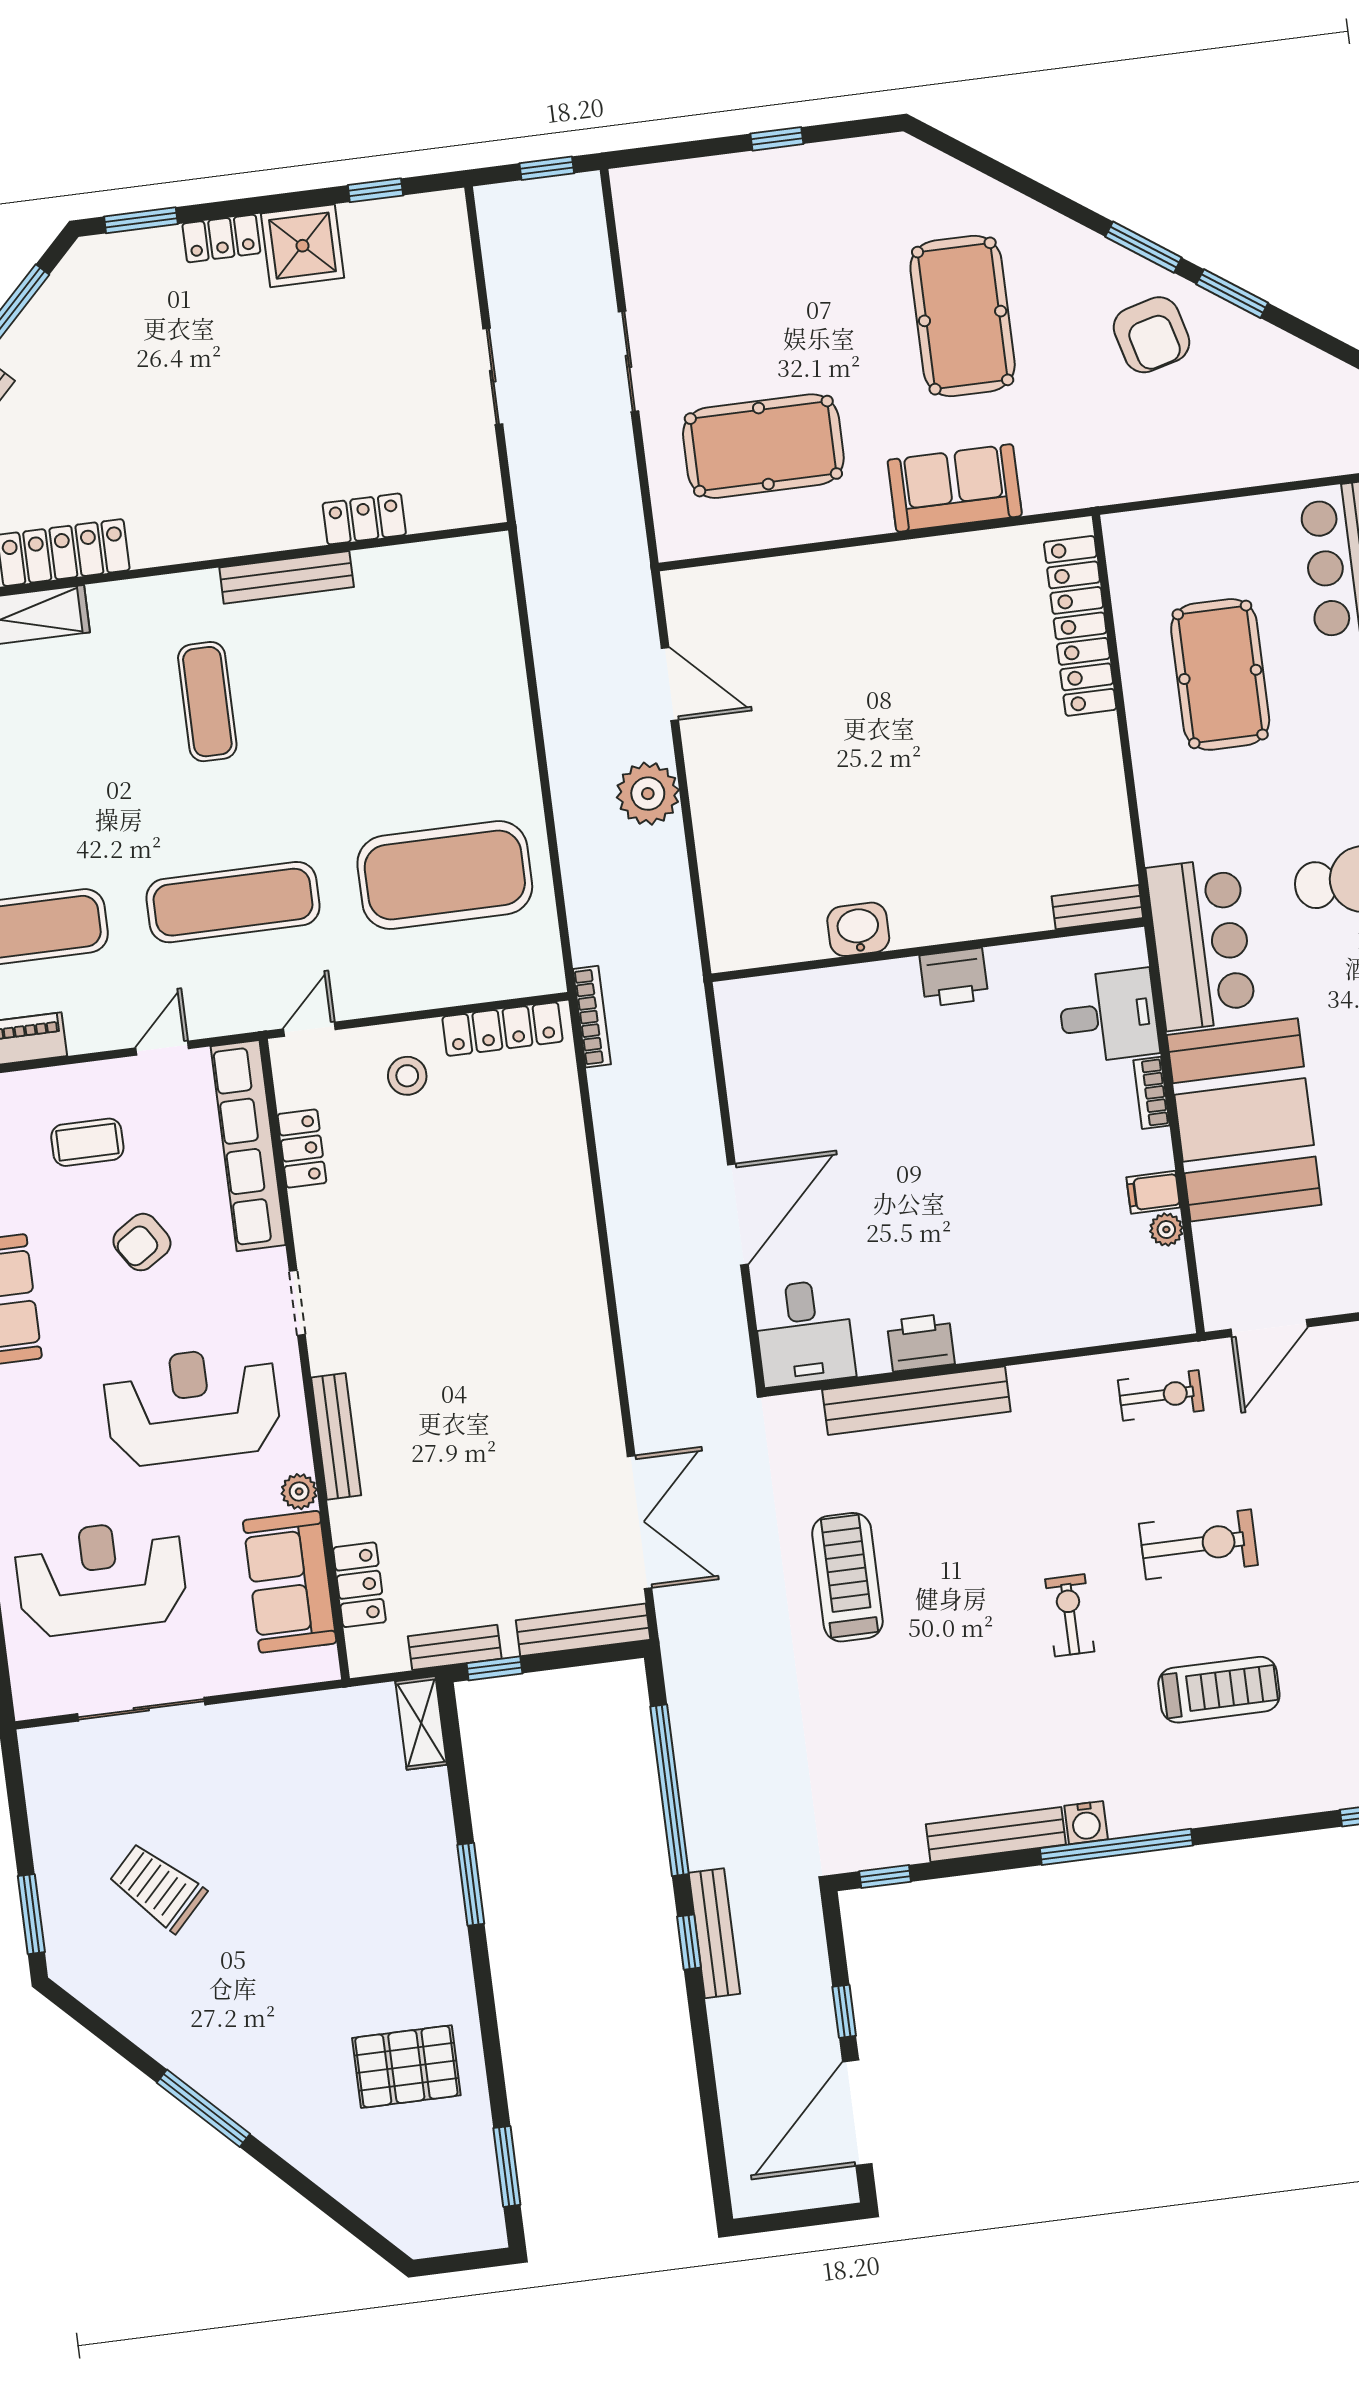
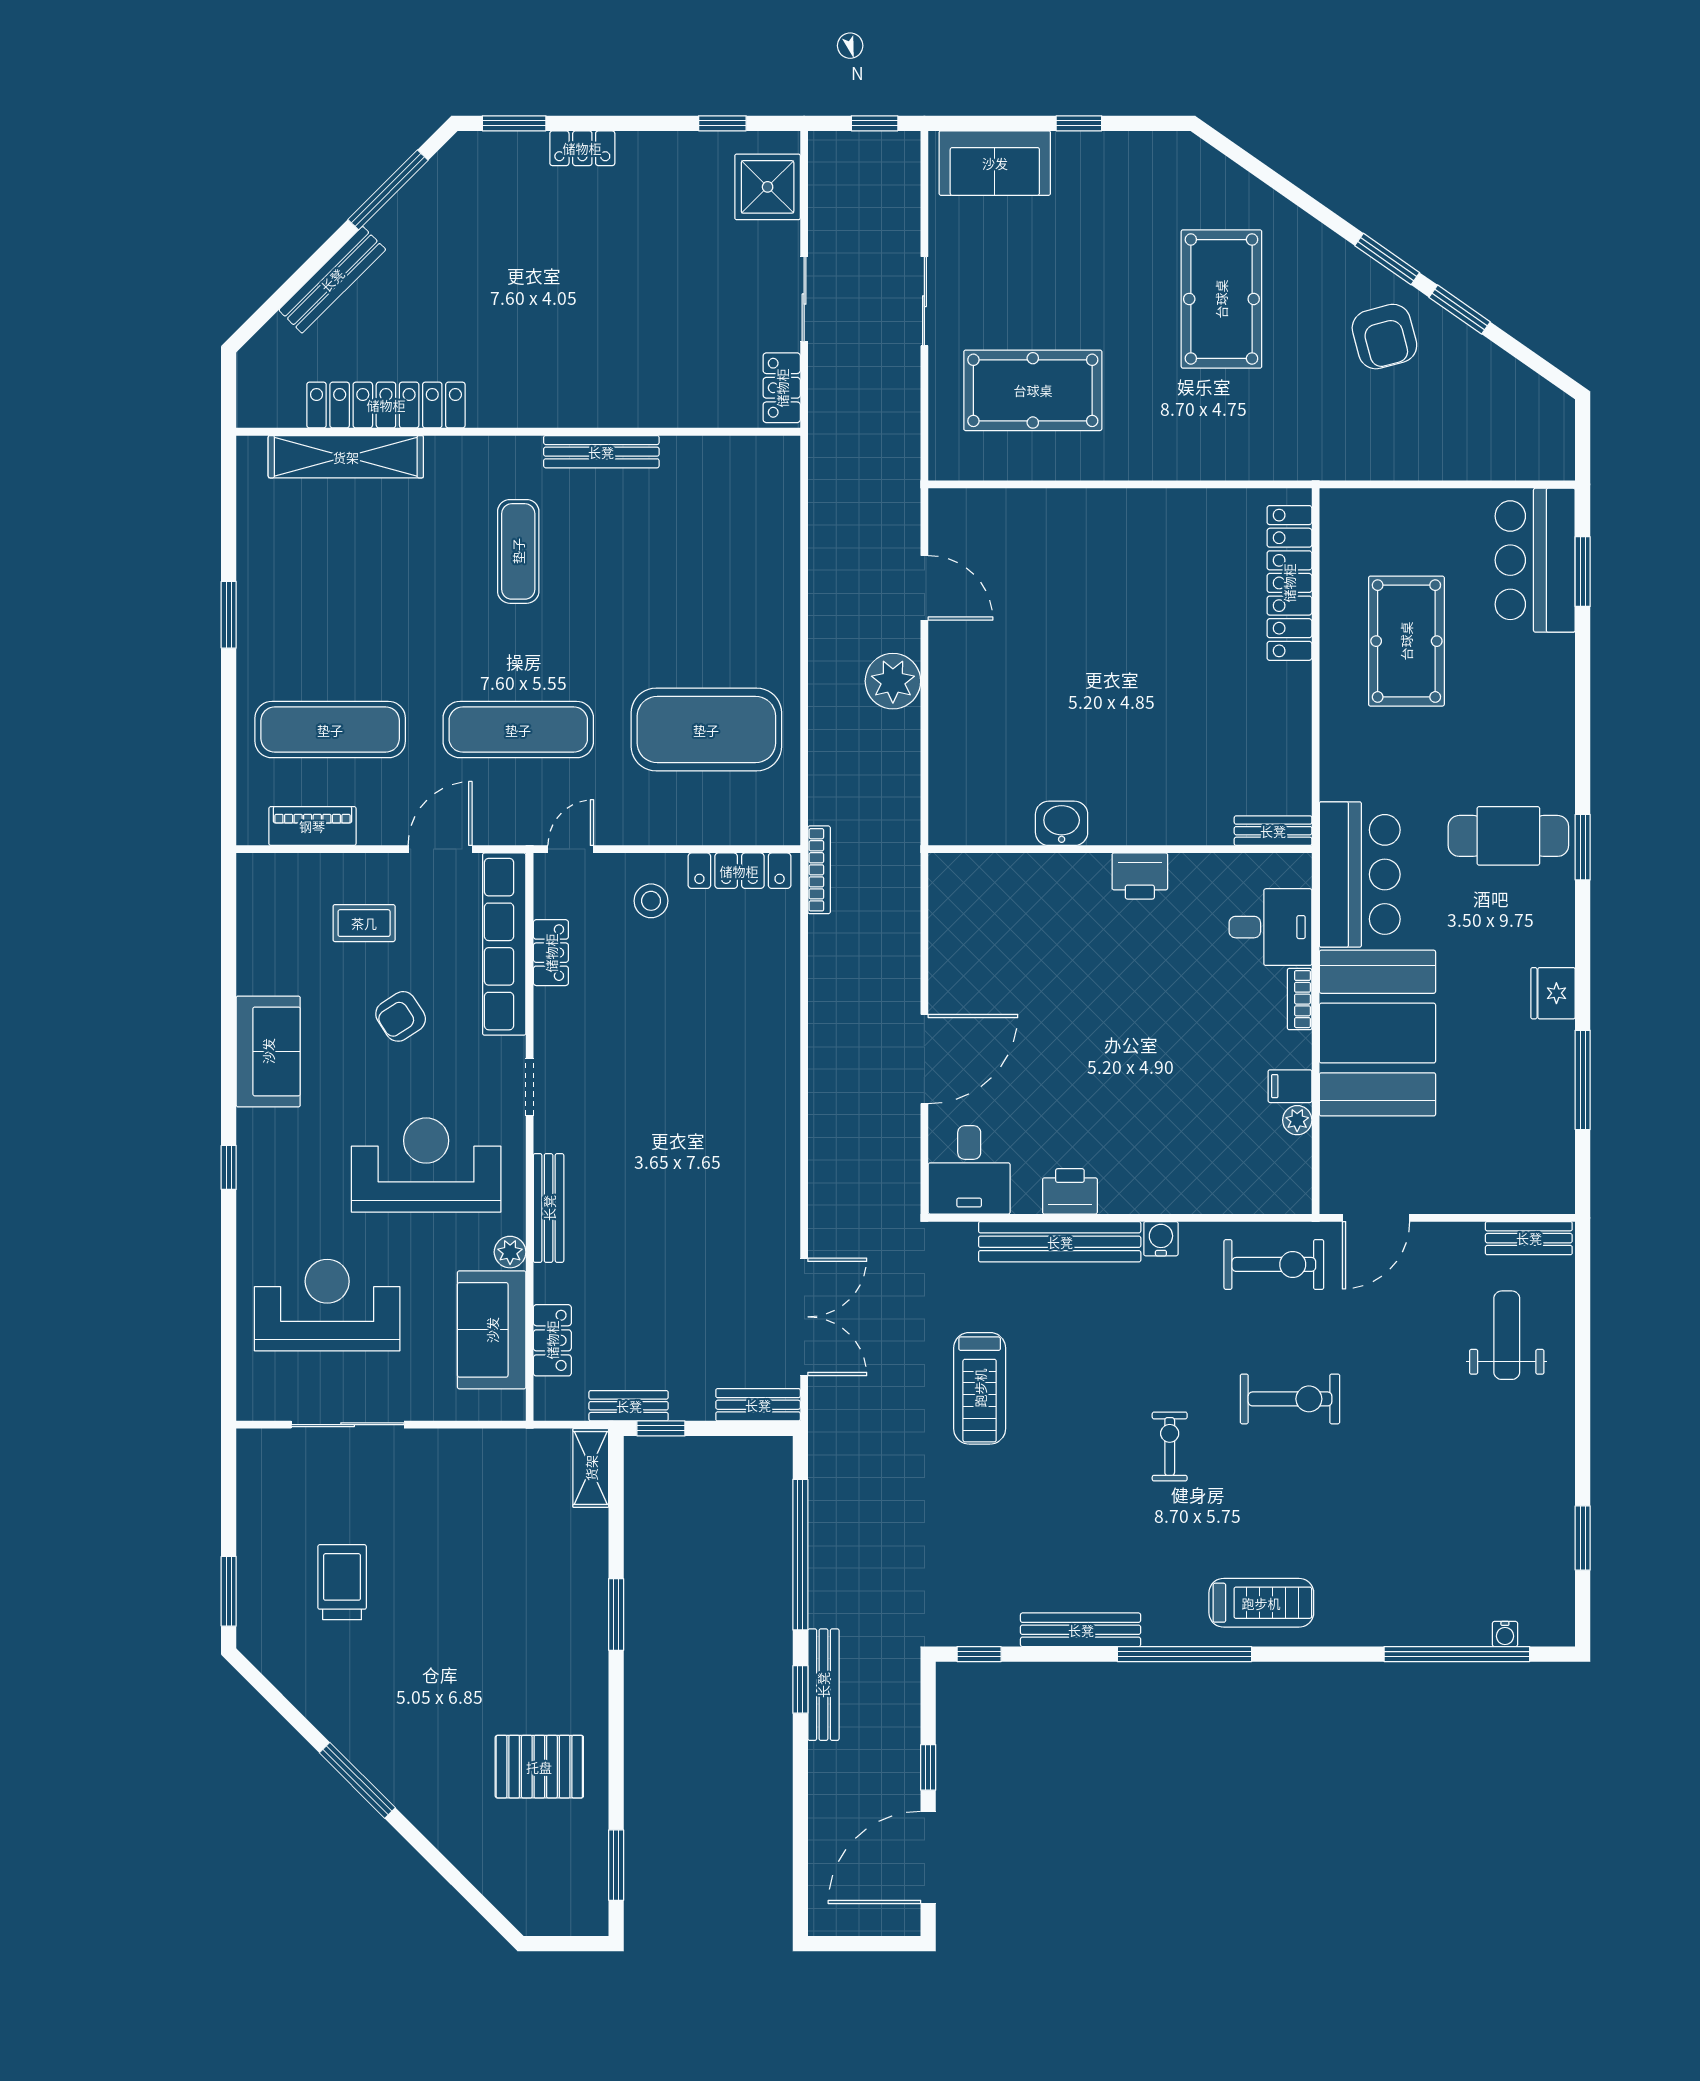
shower: (303, 246) -> (768, 187), moved
sofa: (955, 488) -> (995, 163), moved, turned 180
locker: (364, 519) -> (782, 388), moved, turned -90
door: (162, 1048) -> (440, 849), width x1.38
exercise bike: (1161, 1395) -> (1274, 1264), width x1.38, depth x1.39
treadmill: (847, 1577) -> (980, 1388), turned 180
bench: (583, 1630) -> (758, 1405), width x0.73
treadmill: (1219, 1690) -> (1261, 1603), moved
water cooler: (1086, 1823) -> (1161, 1239), moved, turned 180
trolley: (158, 1887) -> (342, 1582), turned 46

